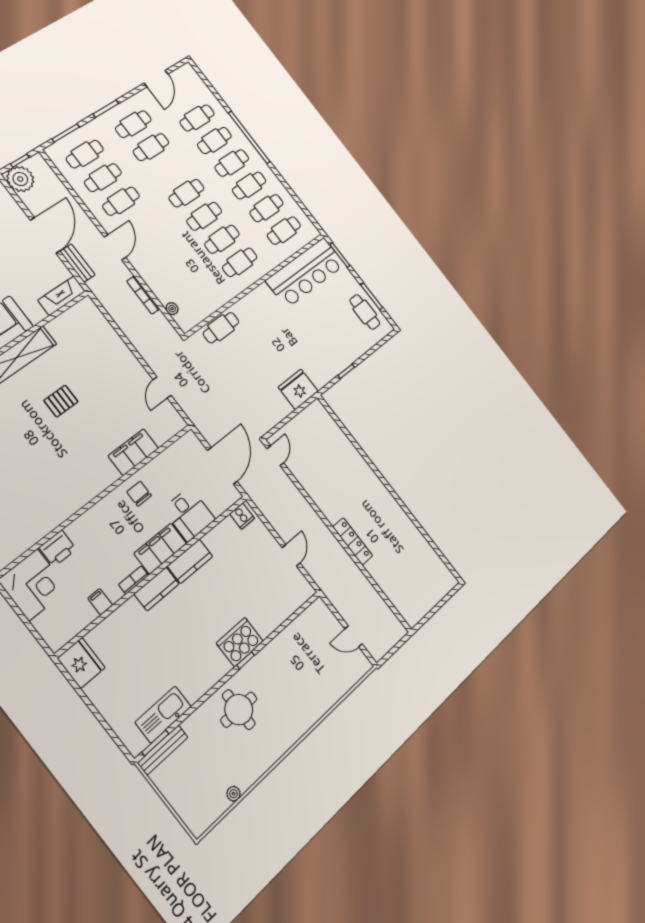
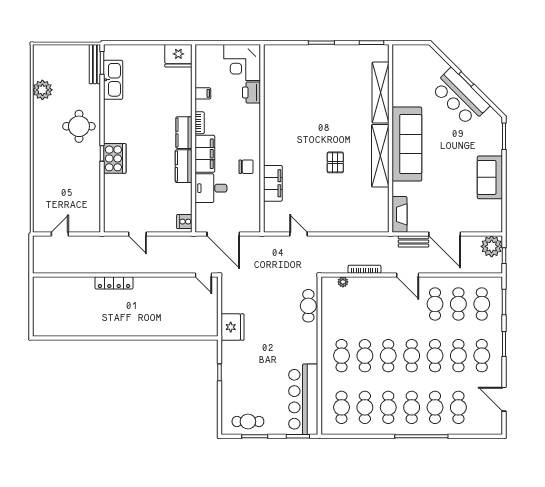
cafe table: (169, 170) -> (435, 356), added
plant: (234, 794) -> (42, 90), width x1.88, depth x1.88

